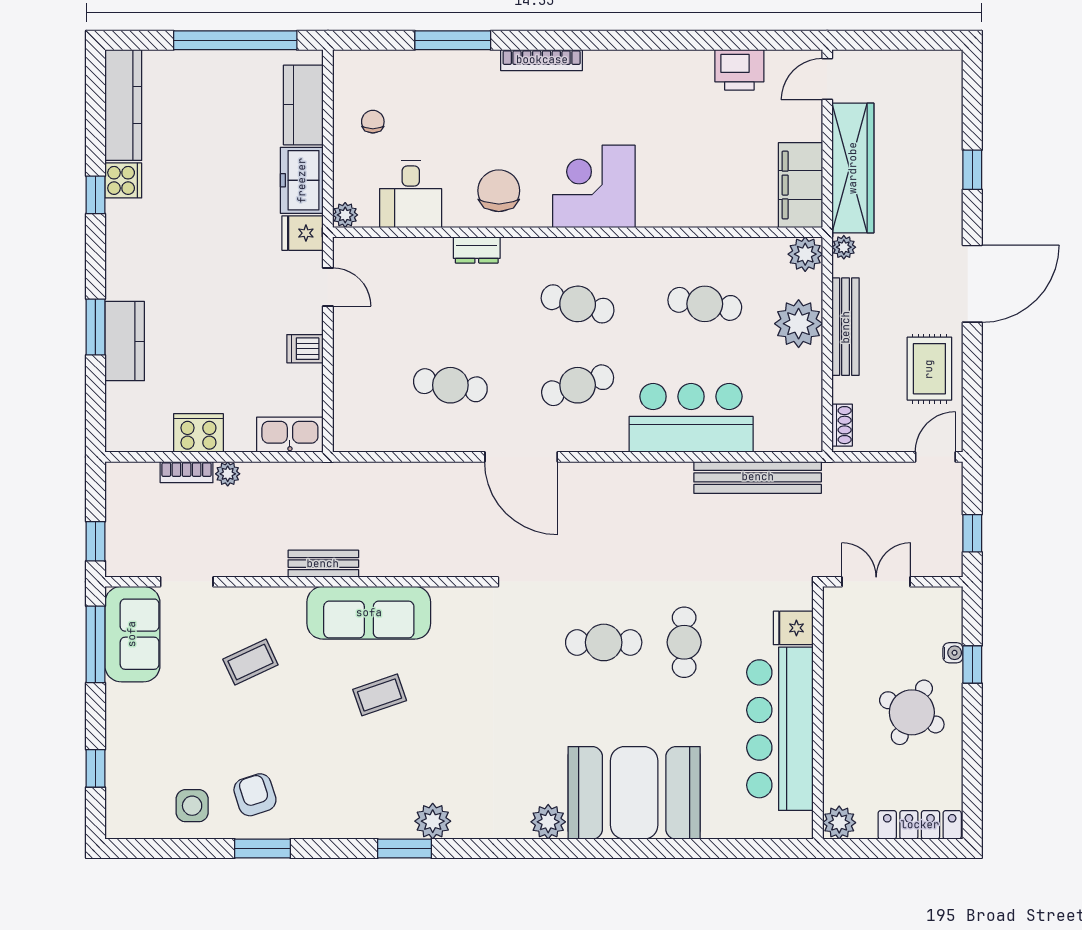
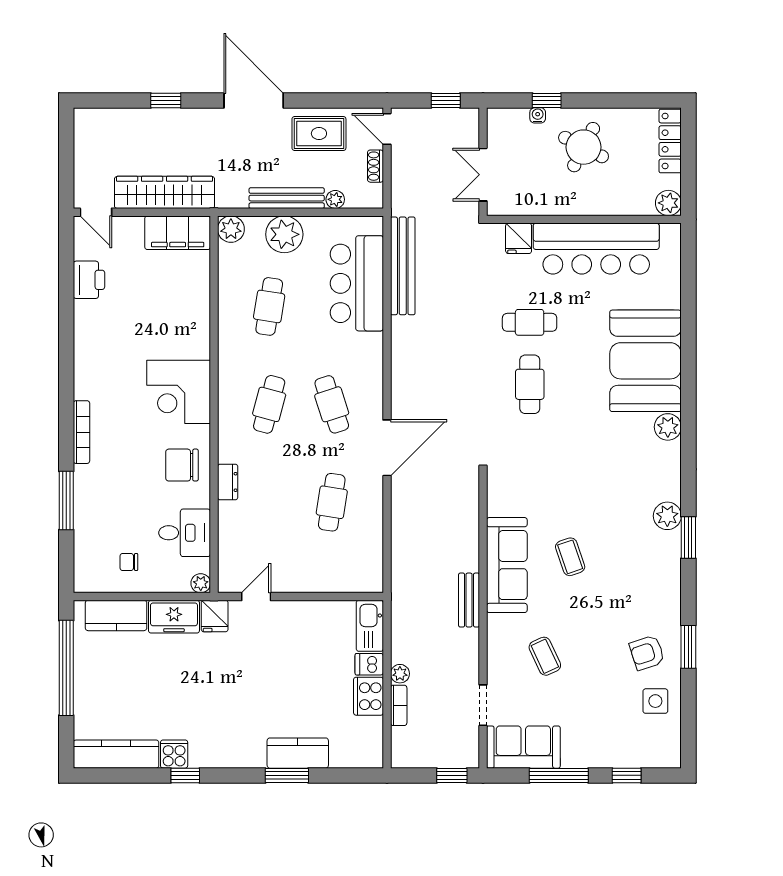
plant: (844, 247) -> (335, 199), moved
dishwasher: (305, 349) -> (369, 664), moved, turned 90
bar counter: (691, 418) -> (357, 283), moved
shoe rack: (842, 425) -> (375, 166), moved, turned -90
window: (95, 644) -> (559, 775), moved

